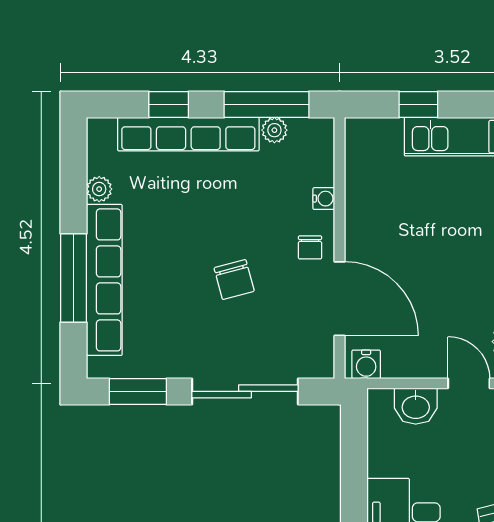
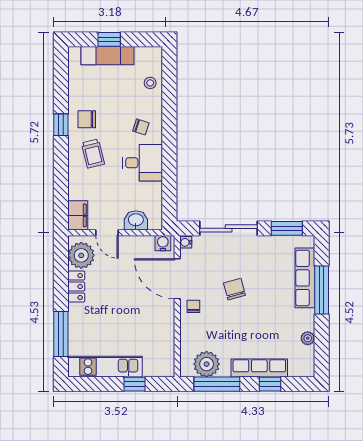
plant: (274, 130) -> (207, 364), width x1.88, depth x1.88
row of seats: (188, 134) -> (259, 368), width x0.73
water cooler: (324, 199) -> (186, 242), moved
row of seats: (104, 280) -> (305, 278), width x0.73

